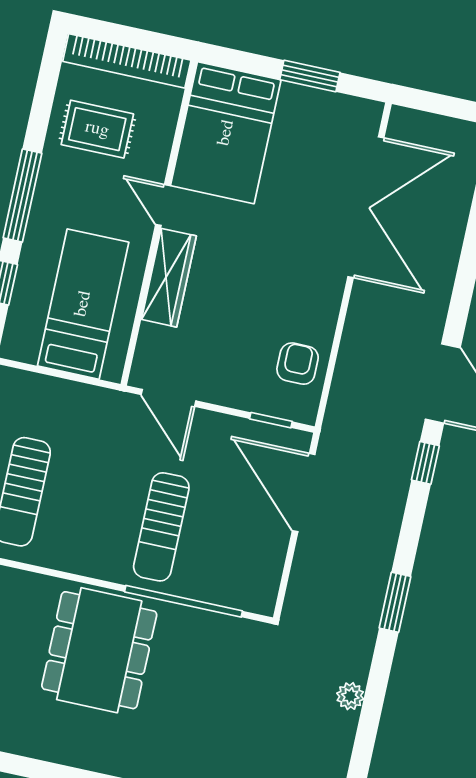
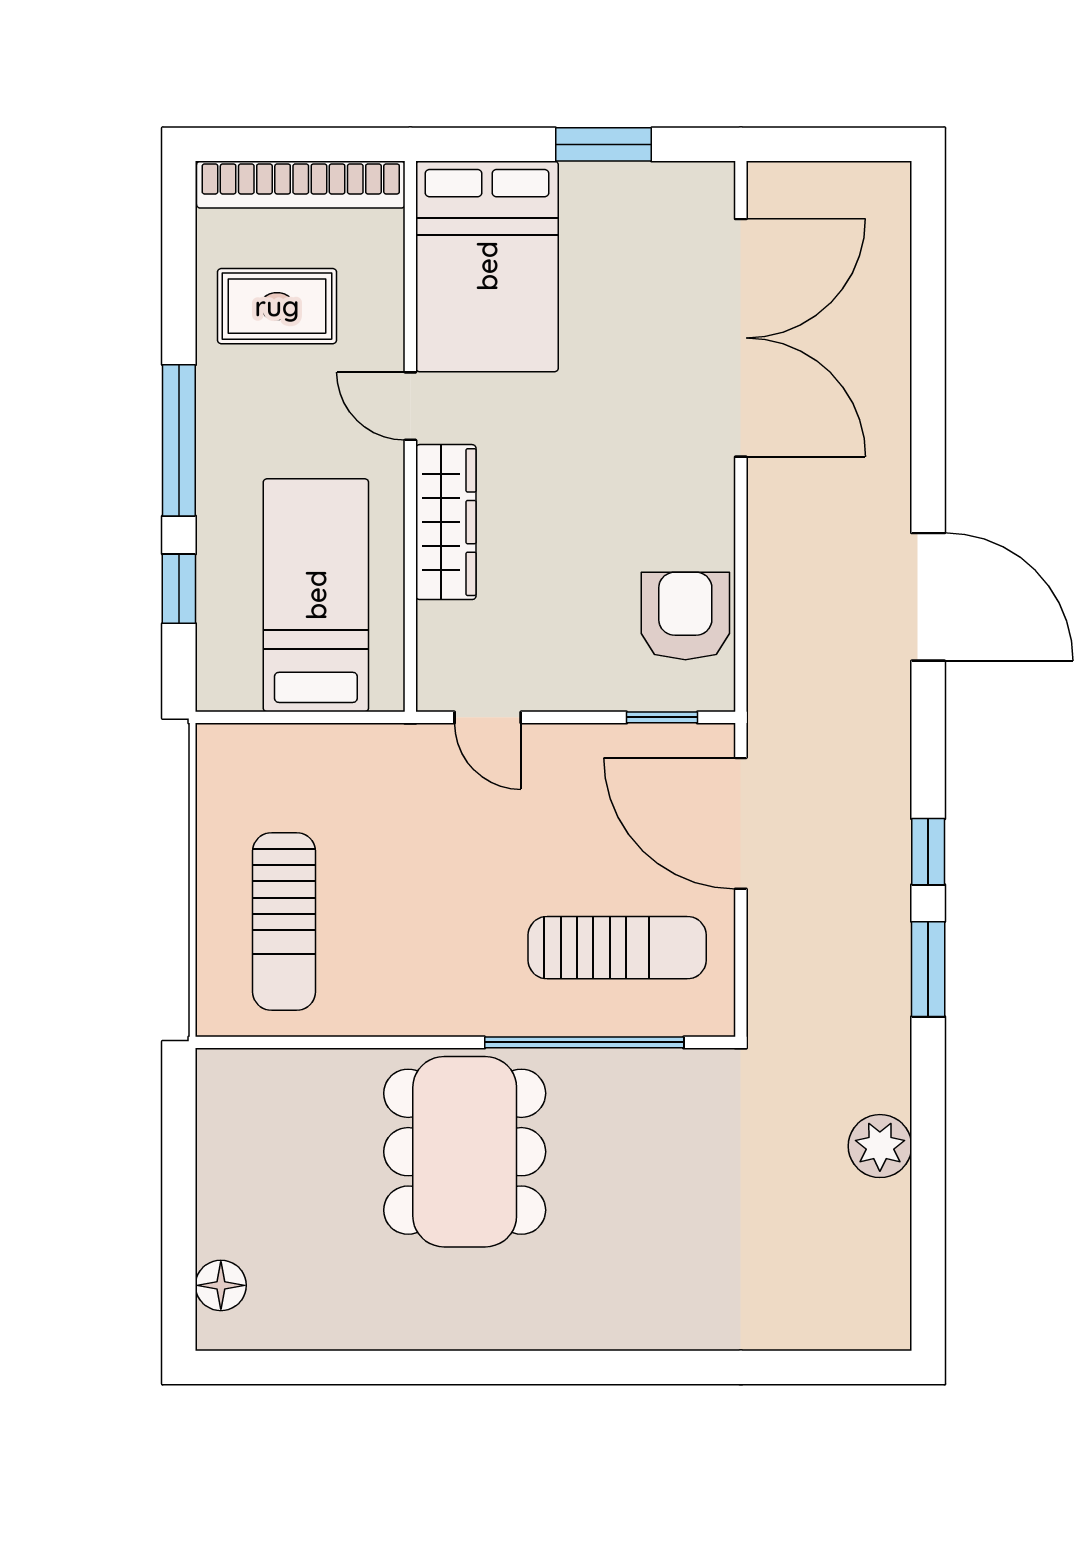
armchair: (298, 364) -> (685, 616), width x1.38, depth x1.38
door: (168, 398) -> (488, 717), width x0.73
window: (425, 463) -> (928, 852), moved
sun lounger: (161, 527) -> (617, 948), moved, turned -90
plant: (350, 696) -> (880, 1146), width x1.38, depth x1.38

